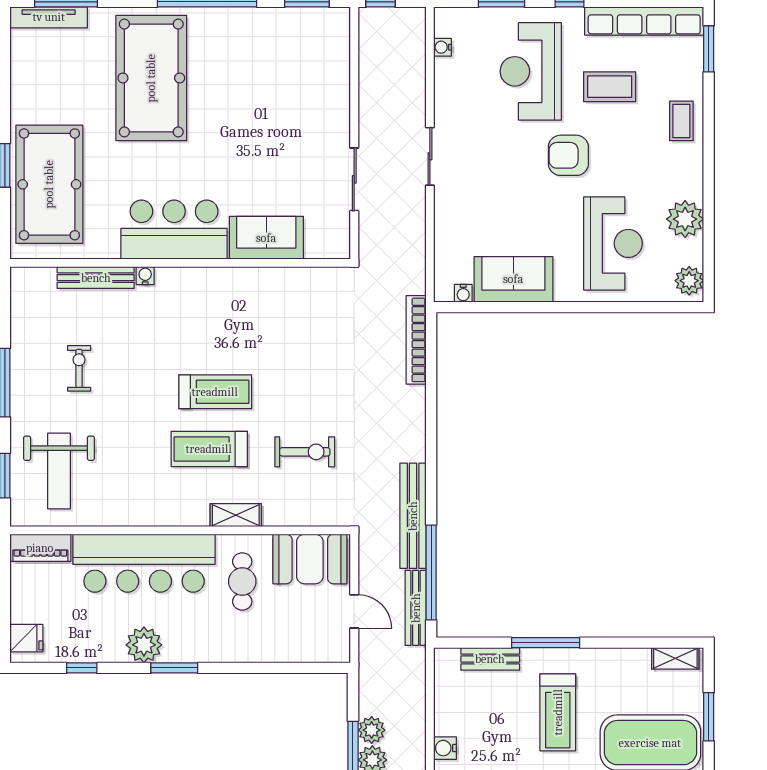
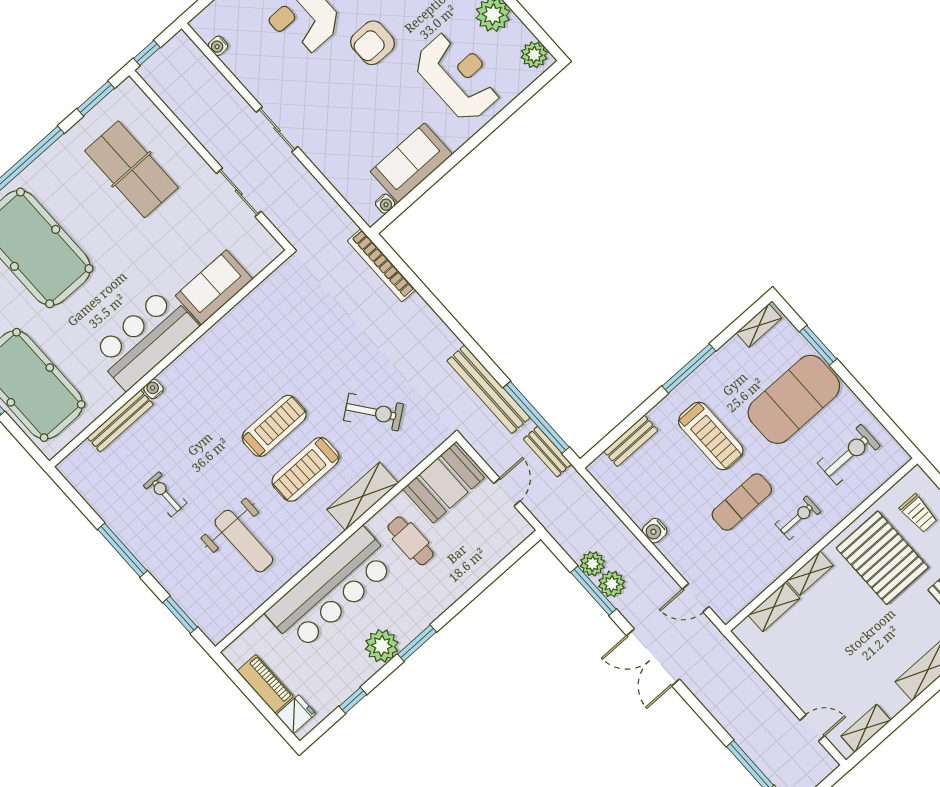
table tennis table: (285, 84) -> (131, 169), added
exercise bike: (305, 452) -> (374, 412), turned 53
weight bench: (59, 471) -> (244, 541), moved
shelving: (236, 515) -> (363, 496), width x1.50, depth x1.33
piano: (40, 548) -> (265, 684), moved, turned -90
bench: (416, 608) -> (547, 452), width x0.73
door: (354, 611) -> (507, 492), hinge flipped
window: (546, 643) -> (689, 368), moved

